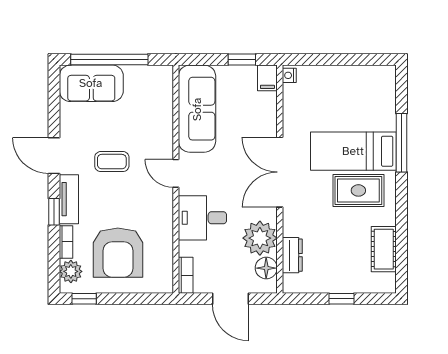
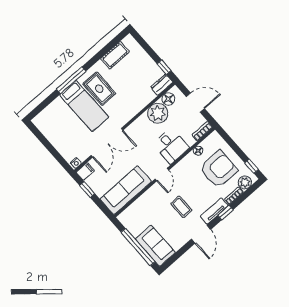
window: (402, 143) -> (71, 80), moved
double door: (280, 172) -> (107, 143), moved
floor lamp: (165, 247) -> (198, 151), added
dresser: (292, 255) -> (162, 85), moved
door: (230, 299) -> (195, 103), hinge flipped
window: (341, 299) -> (164, 67), moved

